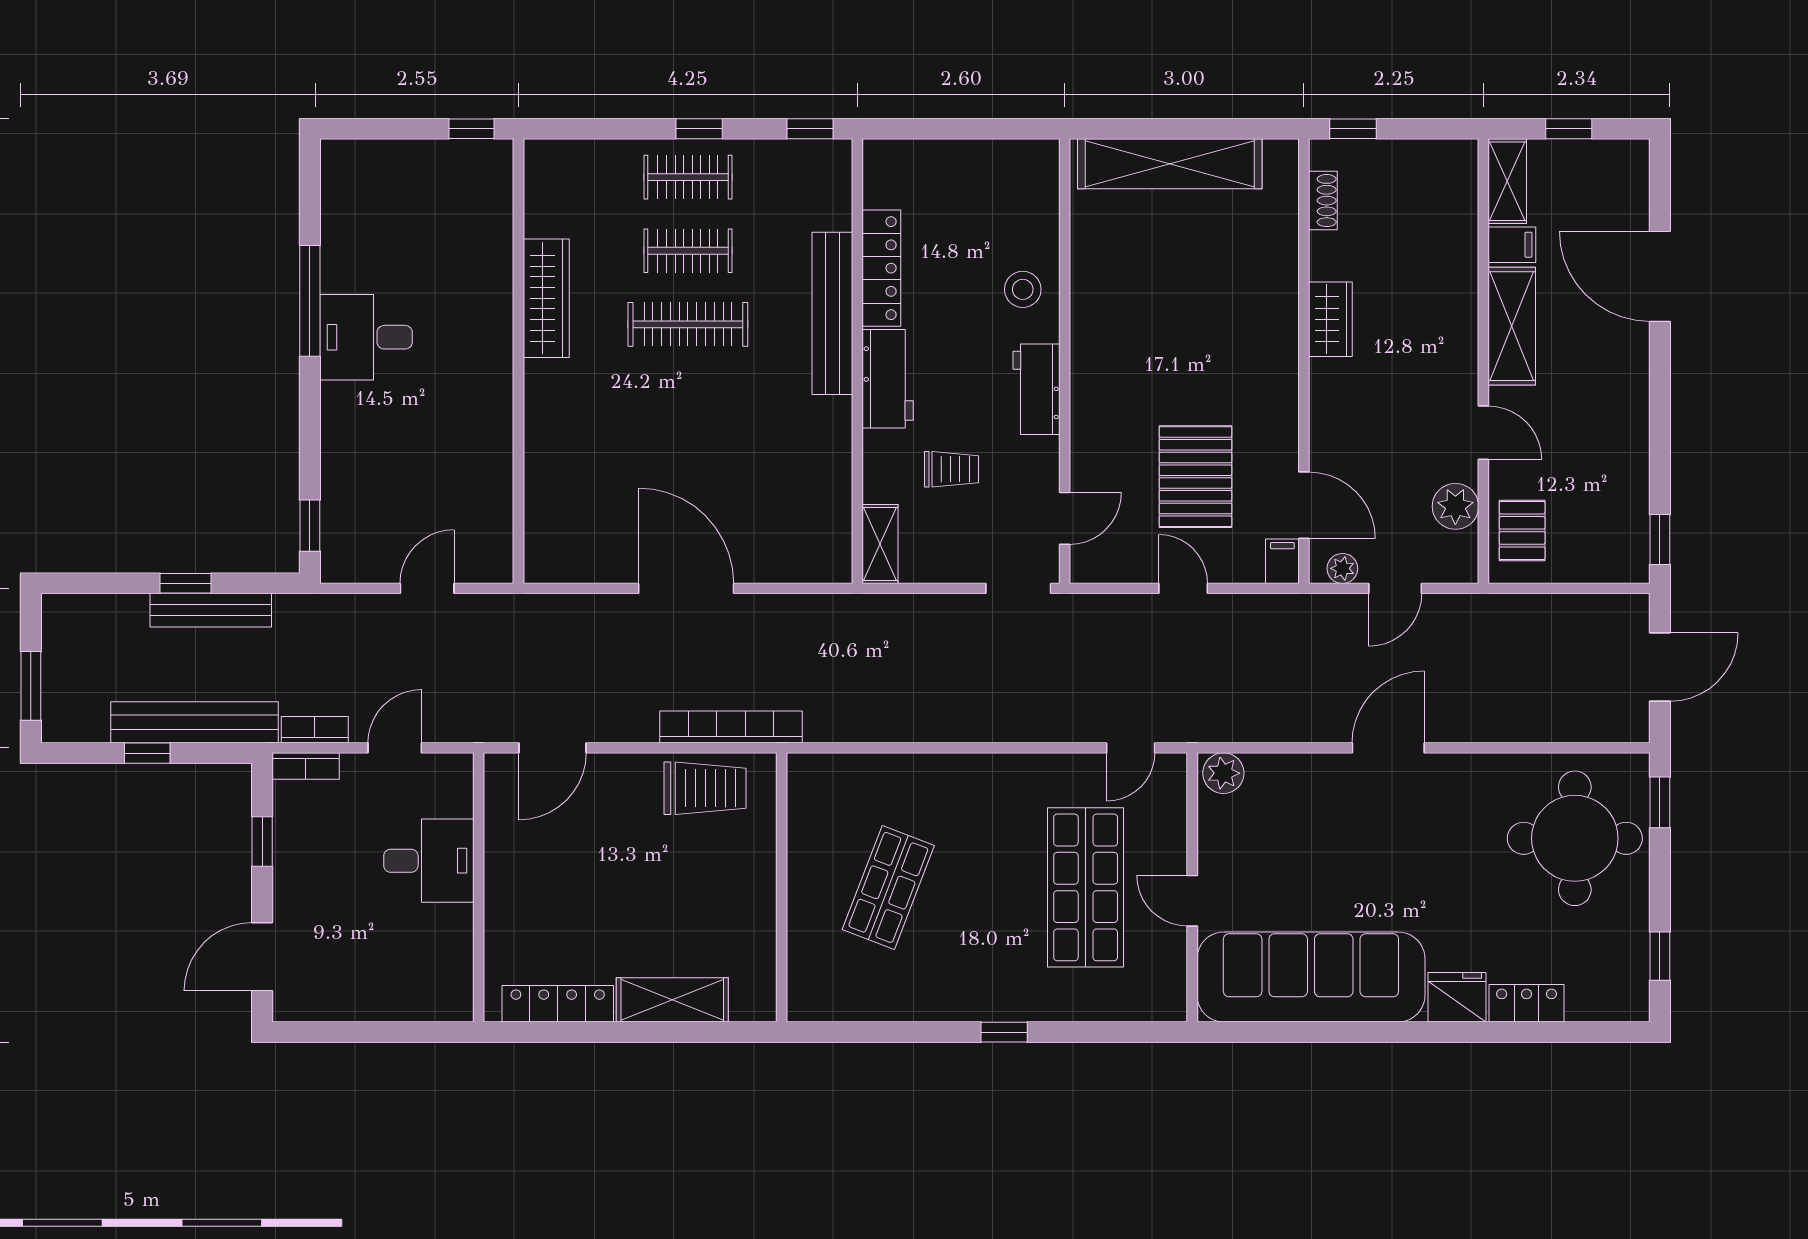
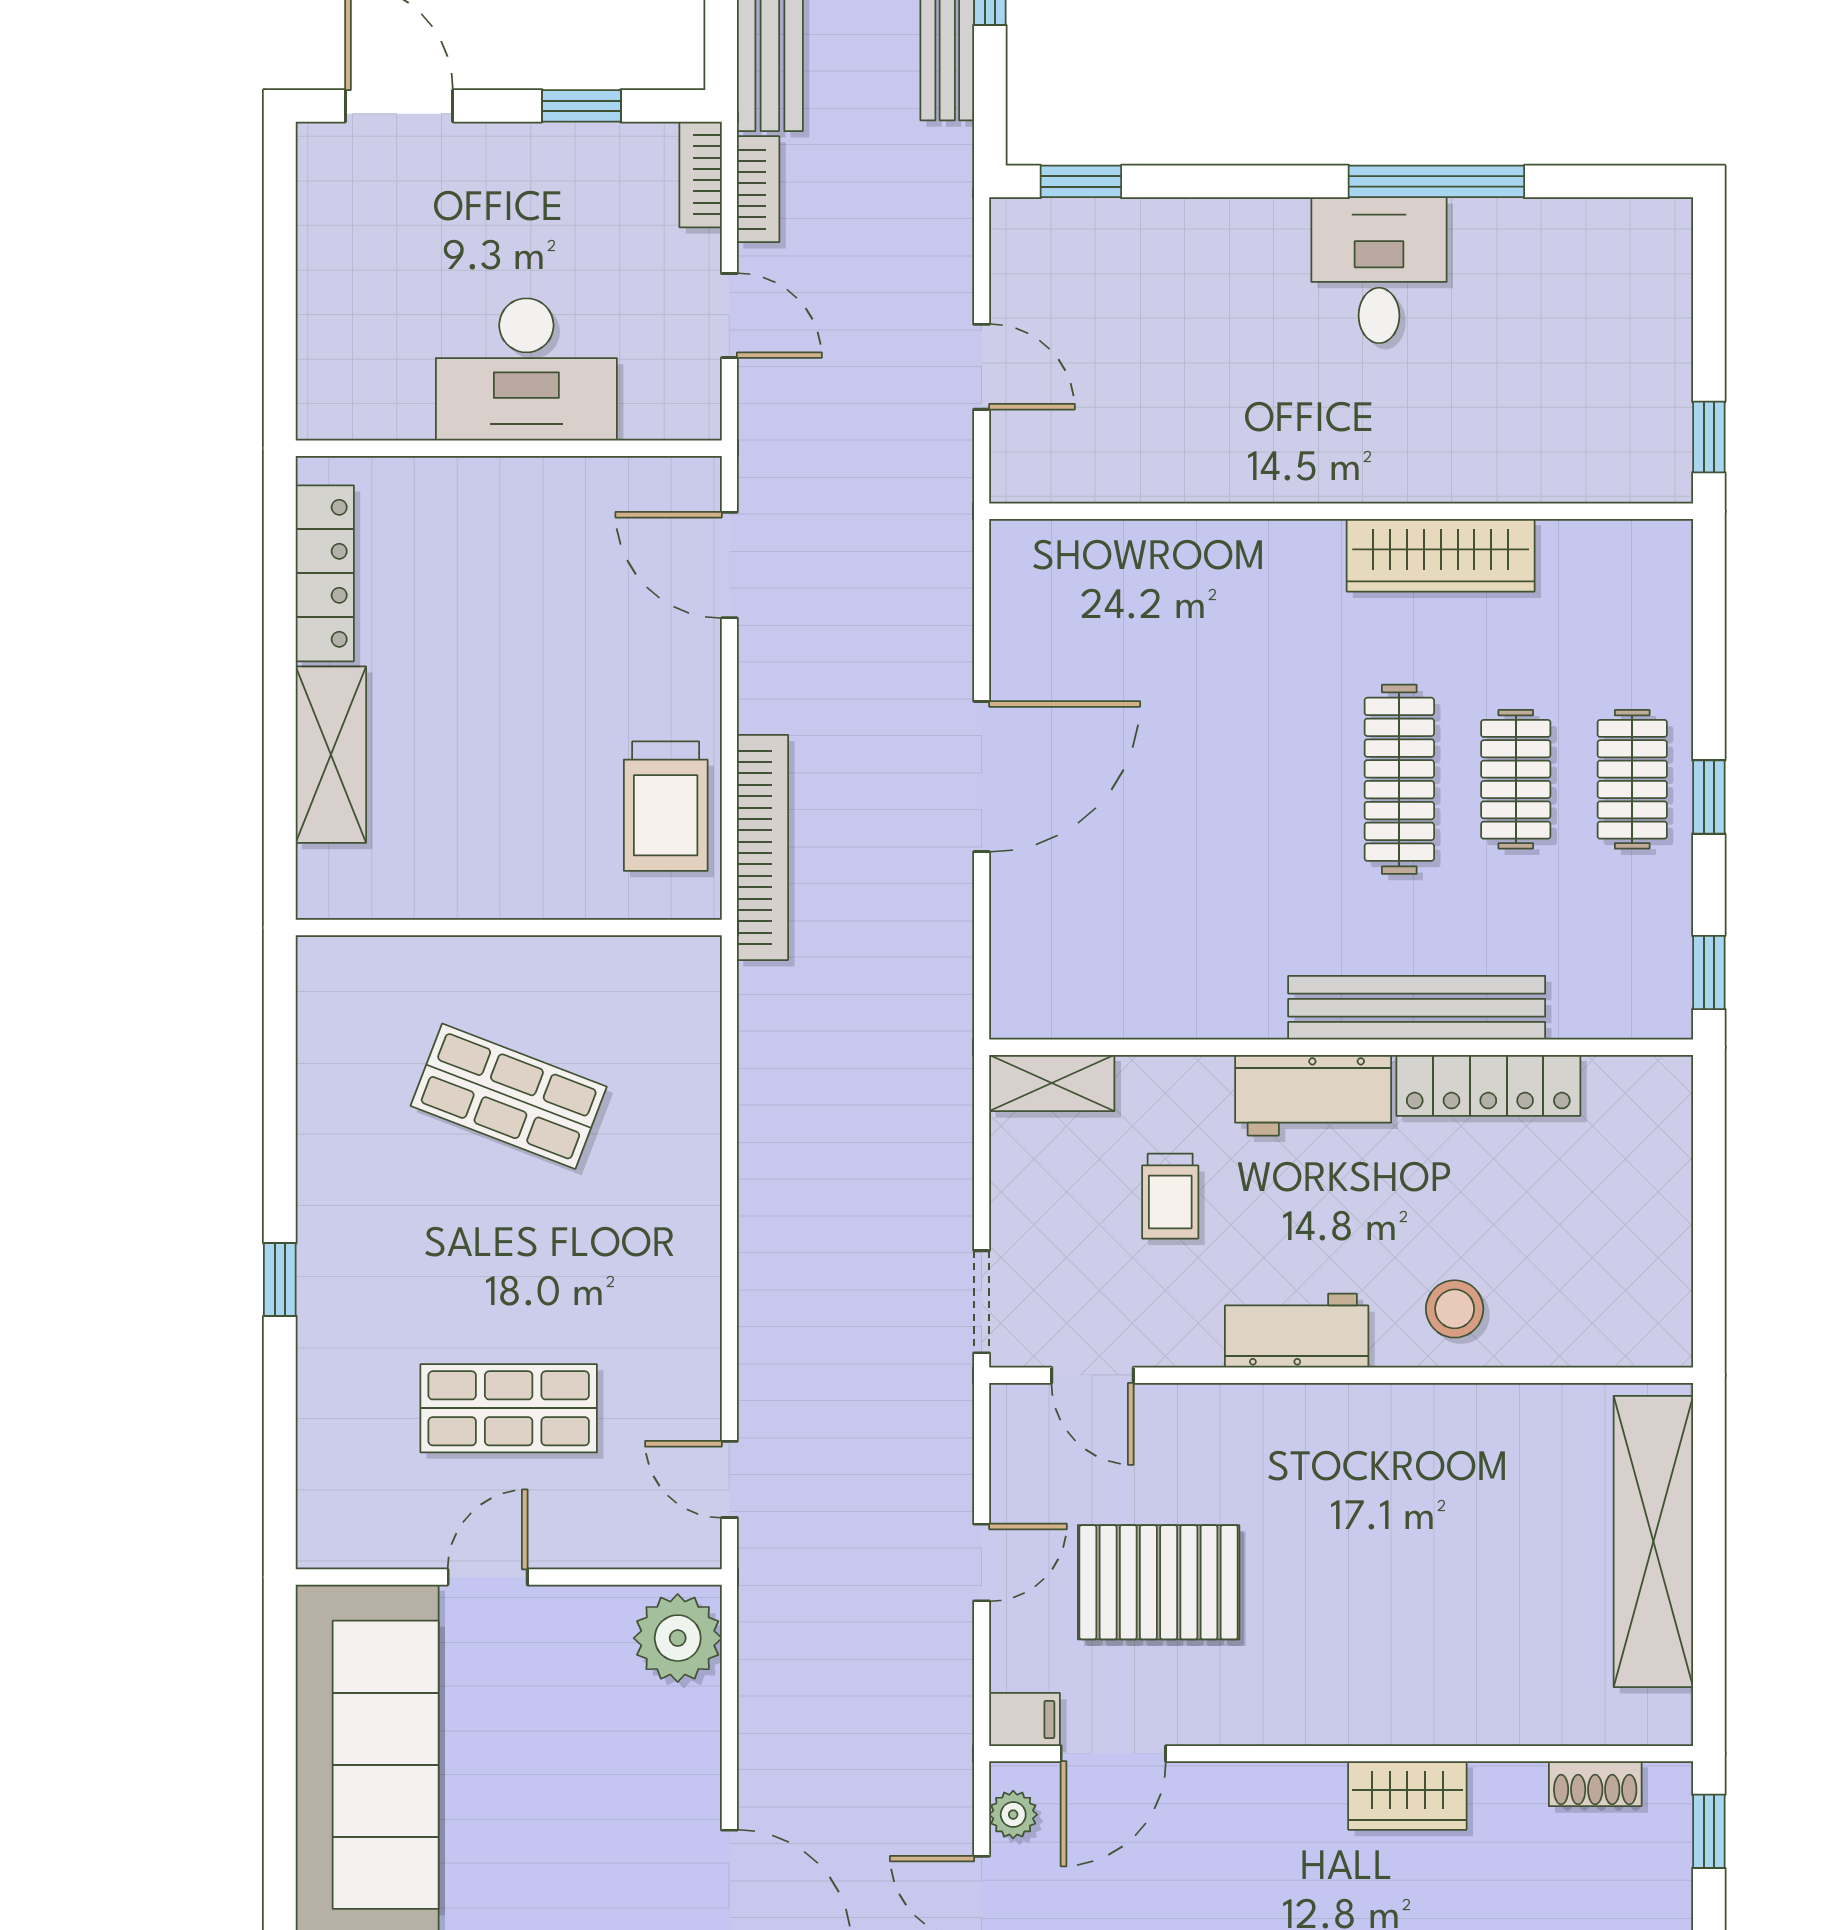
plant: (1223, 773) -> (678, 1638), width x1.36, depth x1.36
desk: (429, 861) -> (526, 369), width x1.37
shop shelf: (1086, 887) -> (509, 1408), width x0.70, depth x0.74

